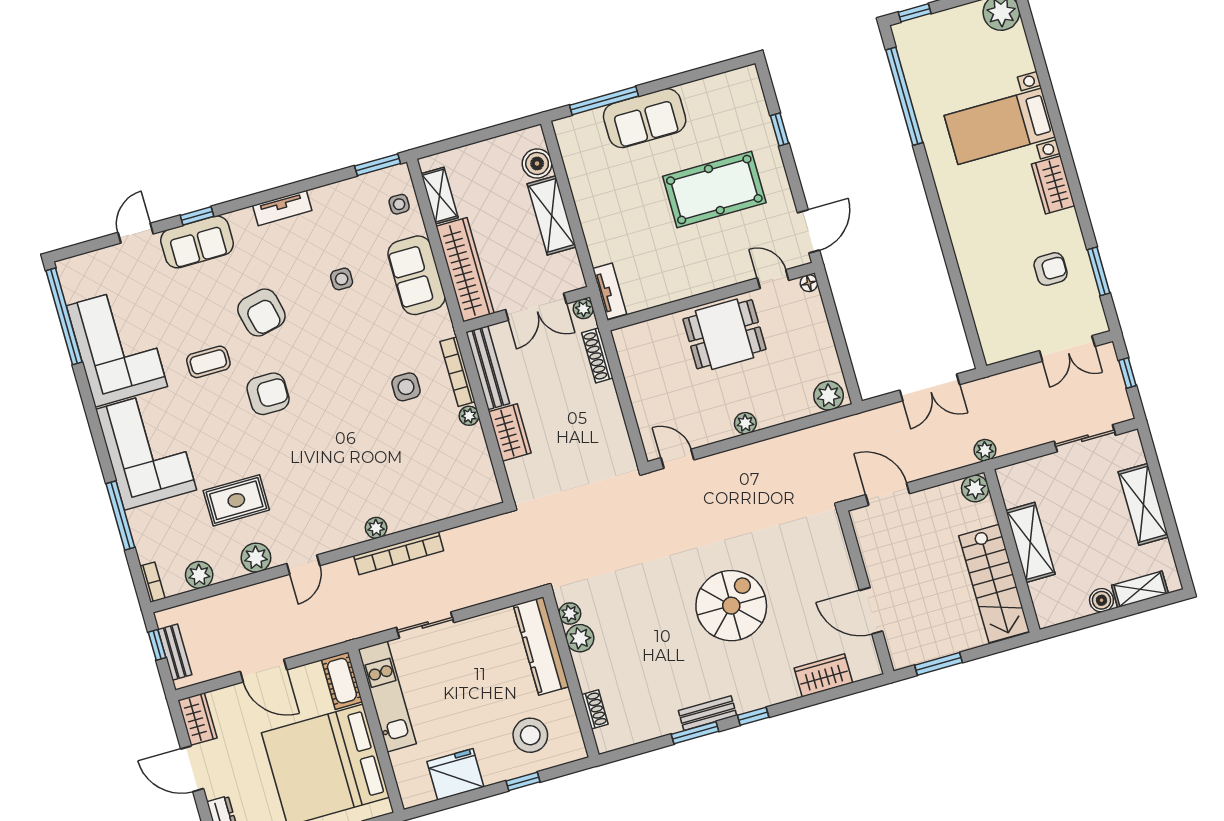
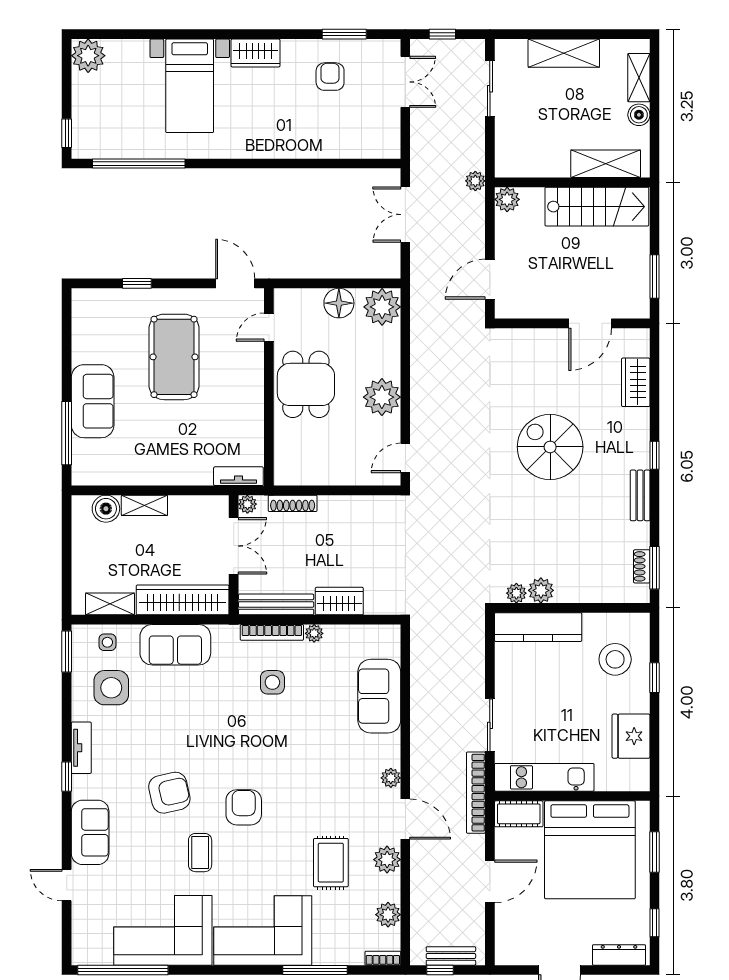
shelving: (552, 215) -> (144, 505), width x0.67, depth x0.75
window: (197, 216) -> (67, 777), moved
side table: (342, 279) -> (111, 688), moved, width x1.87, depth x1.87
floor lamp: (809, 283) -> (339, 303), moved, width x1.89, depth x1.89
double door: (930, 387) -> (405, 215), swing flipped
plant: (829, 396) -> (382, 307), width x1.36, depth x1.36
plant: (745, 423) -> (382, 397), width x1.88, depth x1.88
sofa: (423, 502) -> (379, 696), added
plant: (376, 528) -> (391, 778), moved
shelving: (1030, 542) -> (606, 164), moved
bookcase: (399, 553) -> (476, 793), moved, turned 180
door: (303, 565) -> (405, 819), width x1.38
shoe rack: (595, 709) -> (642, 566), moved, turned -90
wardrobe: (197, 719) -> (517, 953), removed
window: (695, 733) -> (655, 568), moved

